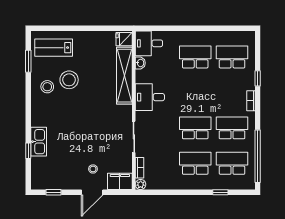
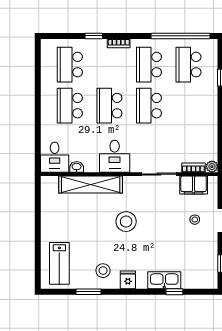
fridge: (124, 39) -> (128, 280), moved, turned 180
window: (28, 61) -> (88, 292), moved
stool: (69, 80) -> (126, 222), moved
school desk: (195, 163) -> (109, 106), moved
filing cabinet: (120, 181) -> (194, 185), moved, turned -90

